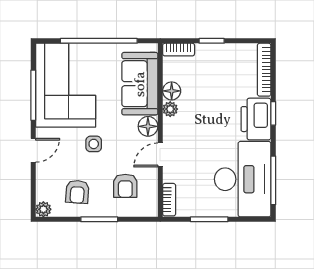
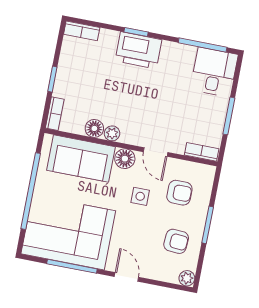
bookcase: (264, 70) -> (82, 31), width x0.64
side table: (94, 144) -> (140, 196), moved
desk: (243, 179) -> (214, 72), width x0.53, depth x0.77

